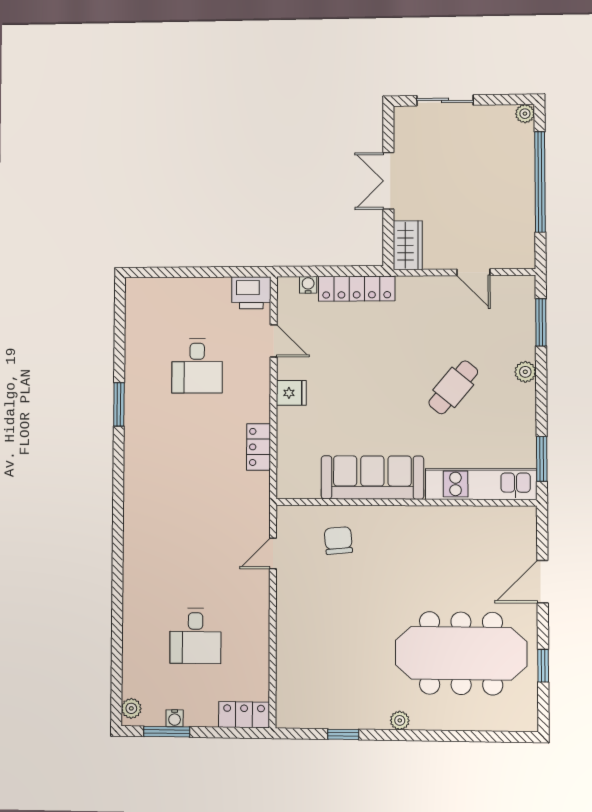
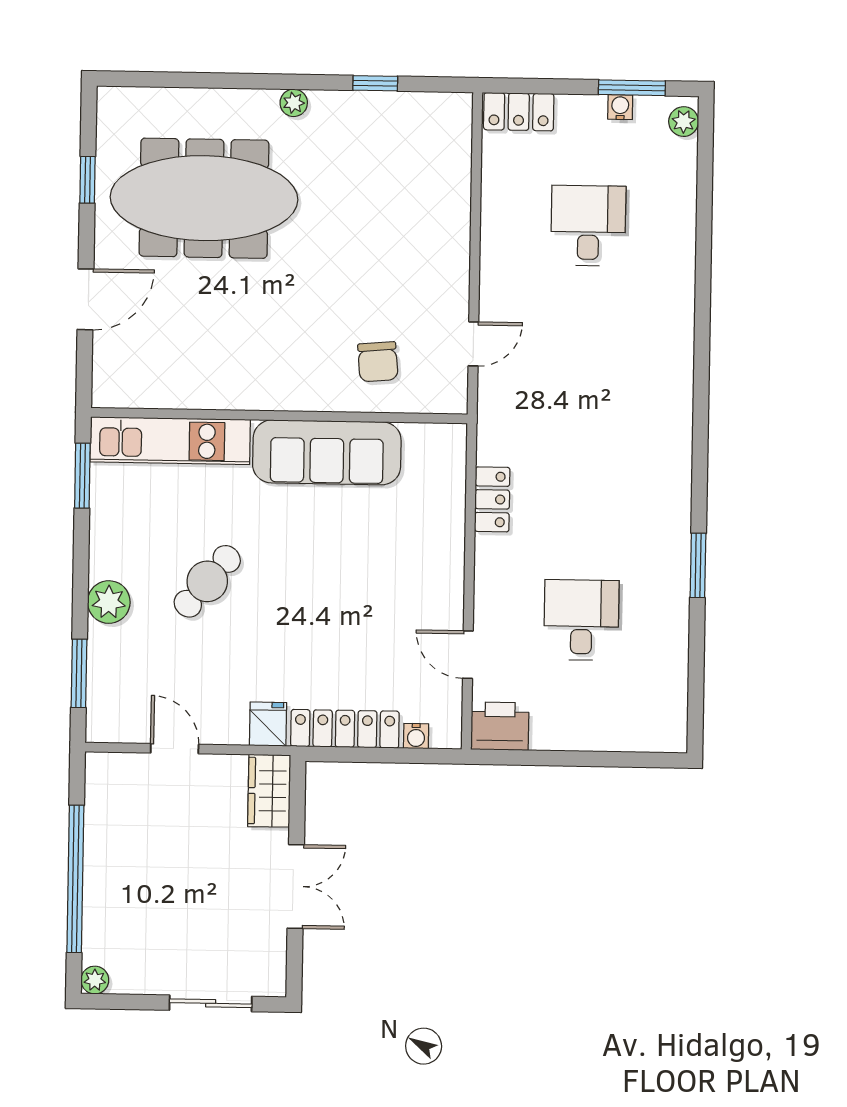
plant: (525, 372) -> (109, 602), width x1.38, depth x1.38
fridge: (291, 393) -> (268, 724), moved, turned 90

